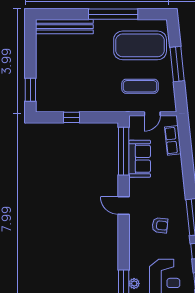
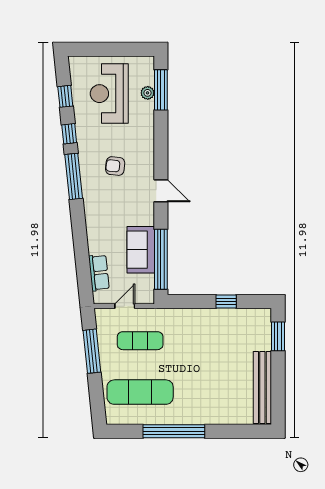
bench: (64, 27) -> (262, 387), moved, turned 90
exercise mat: (140, 45) -> (140, 392), width x0.68
window: (177, 64) -> (92, 351), moved

